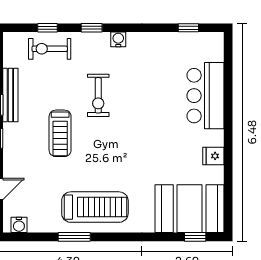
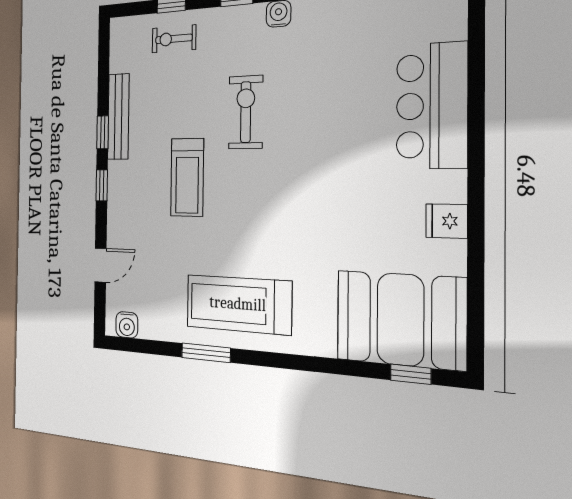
exercise bike: (50, 49) -> (174, 39), width x0.73, depth x0.72
exercise bike: (98, 95) -> (246, 112), turned 180
treadmill: (95, 207) -> (238, 304), turned 180

